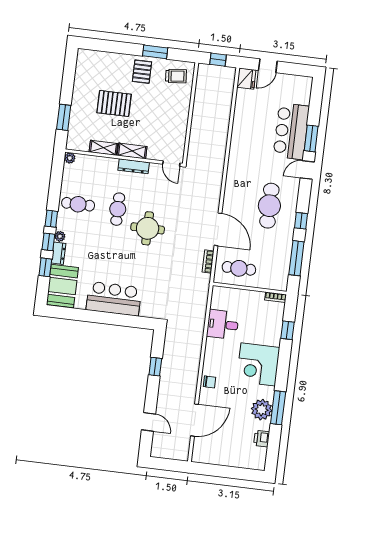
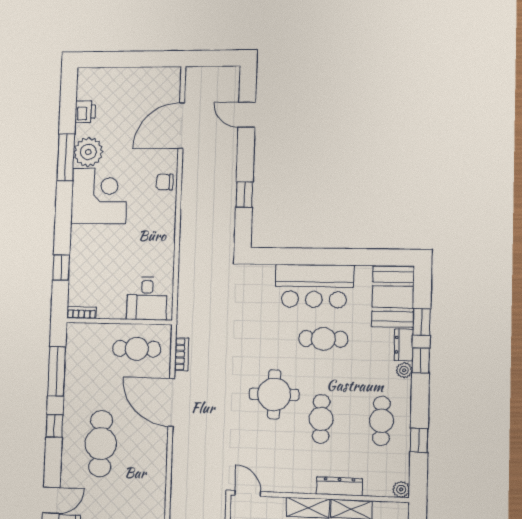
dresser: (134, 166) -> (339, 486), moved
cafe table: (78, 204) -> (381, 421), turned 90
window: (51, 219) -> (419, 440), moved
cafe table: (111, 262) -> (323, 339), added
desk: (223, 324) -> (147, 298), moved, turned 90
corner desk: (258, 364) -> (99, 196), moved

